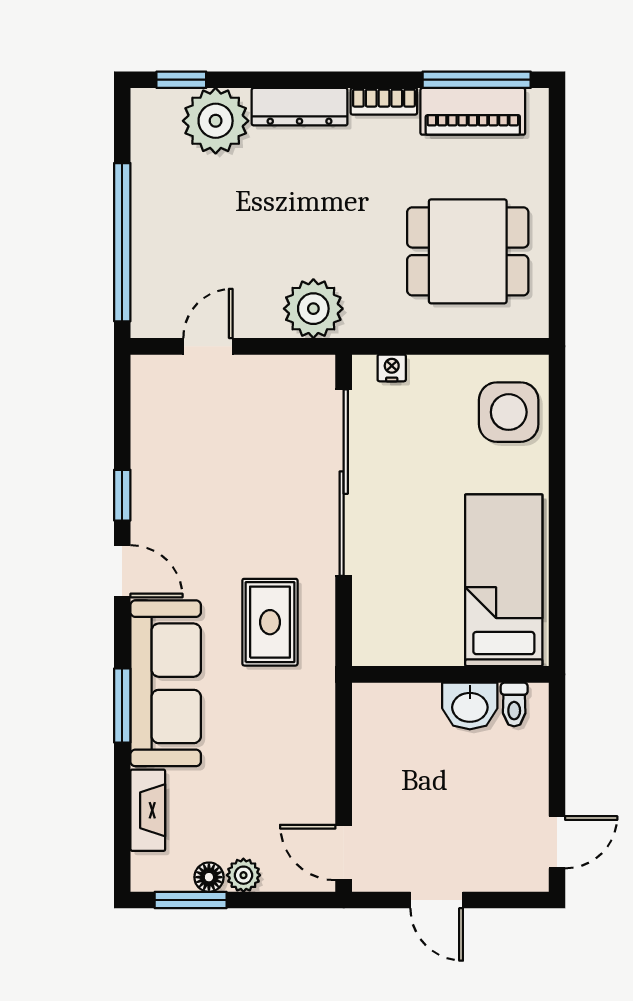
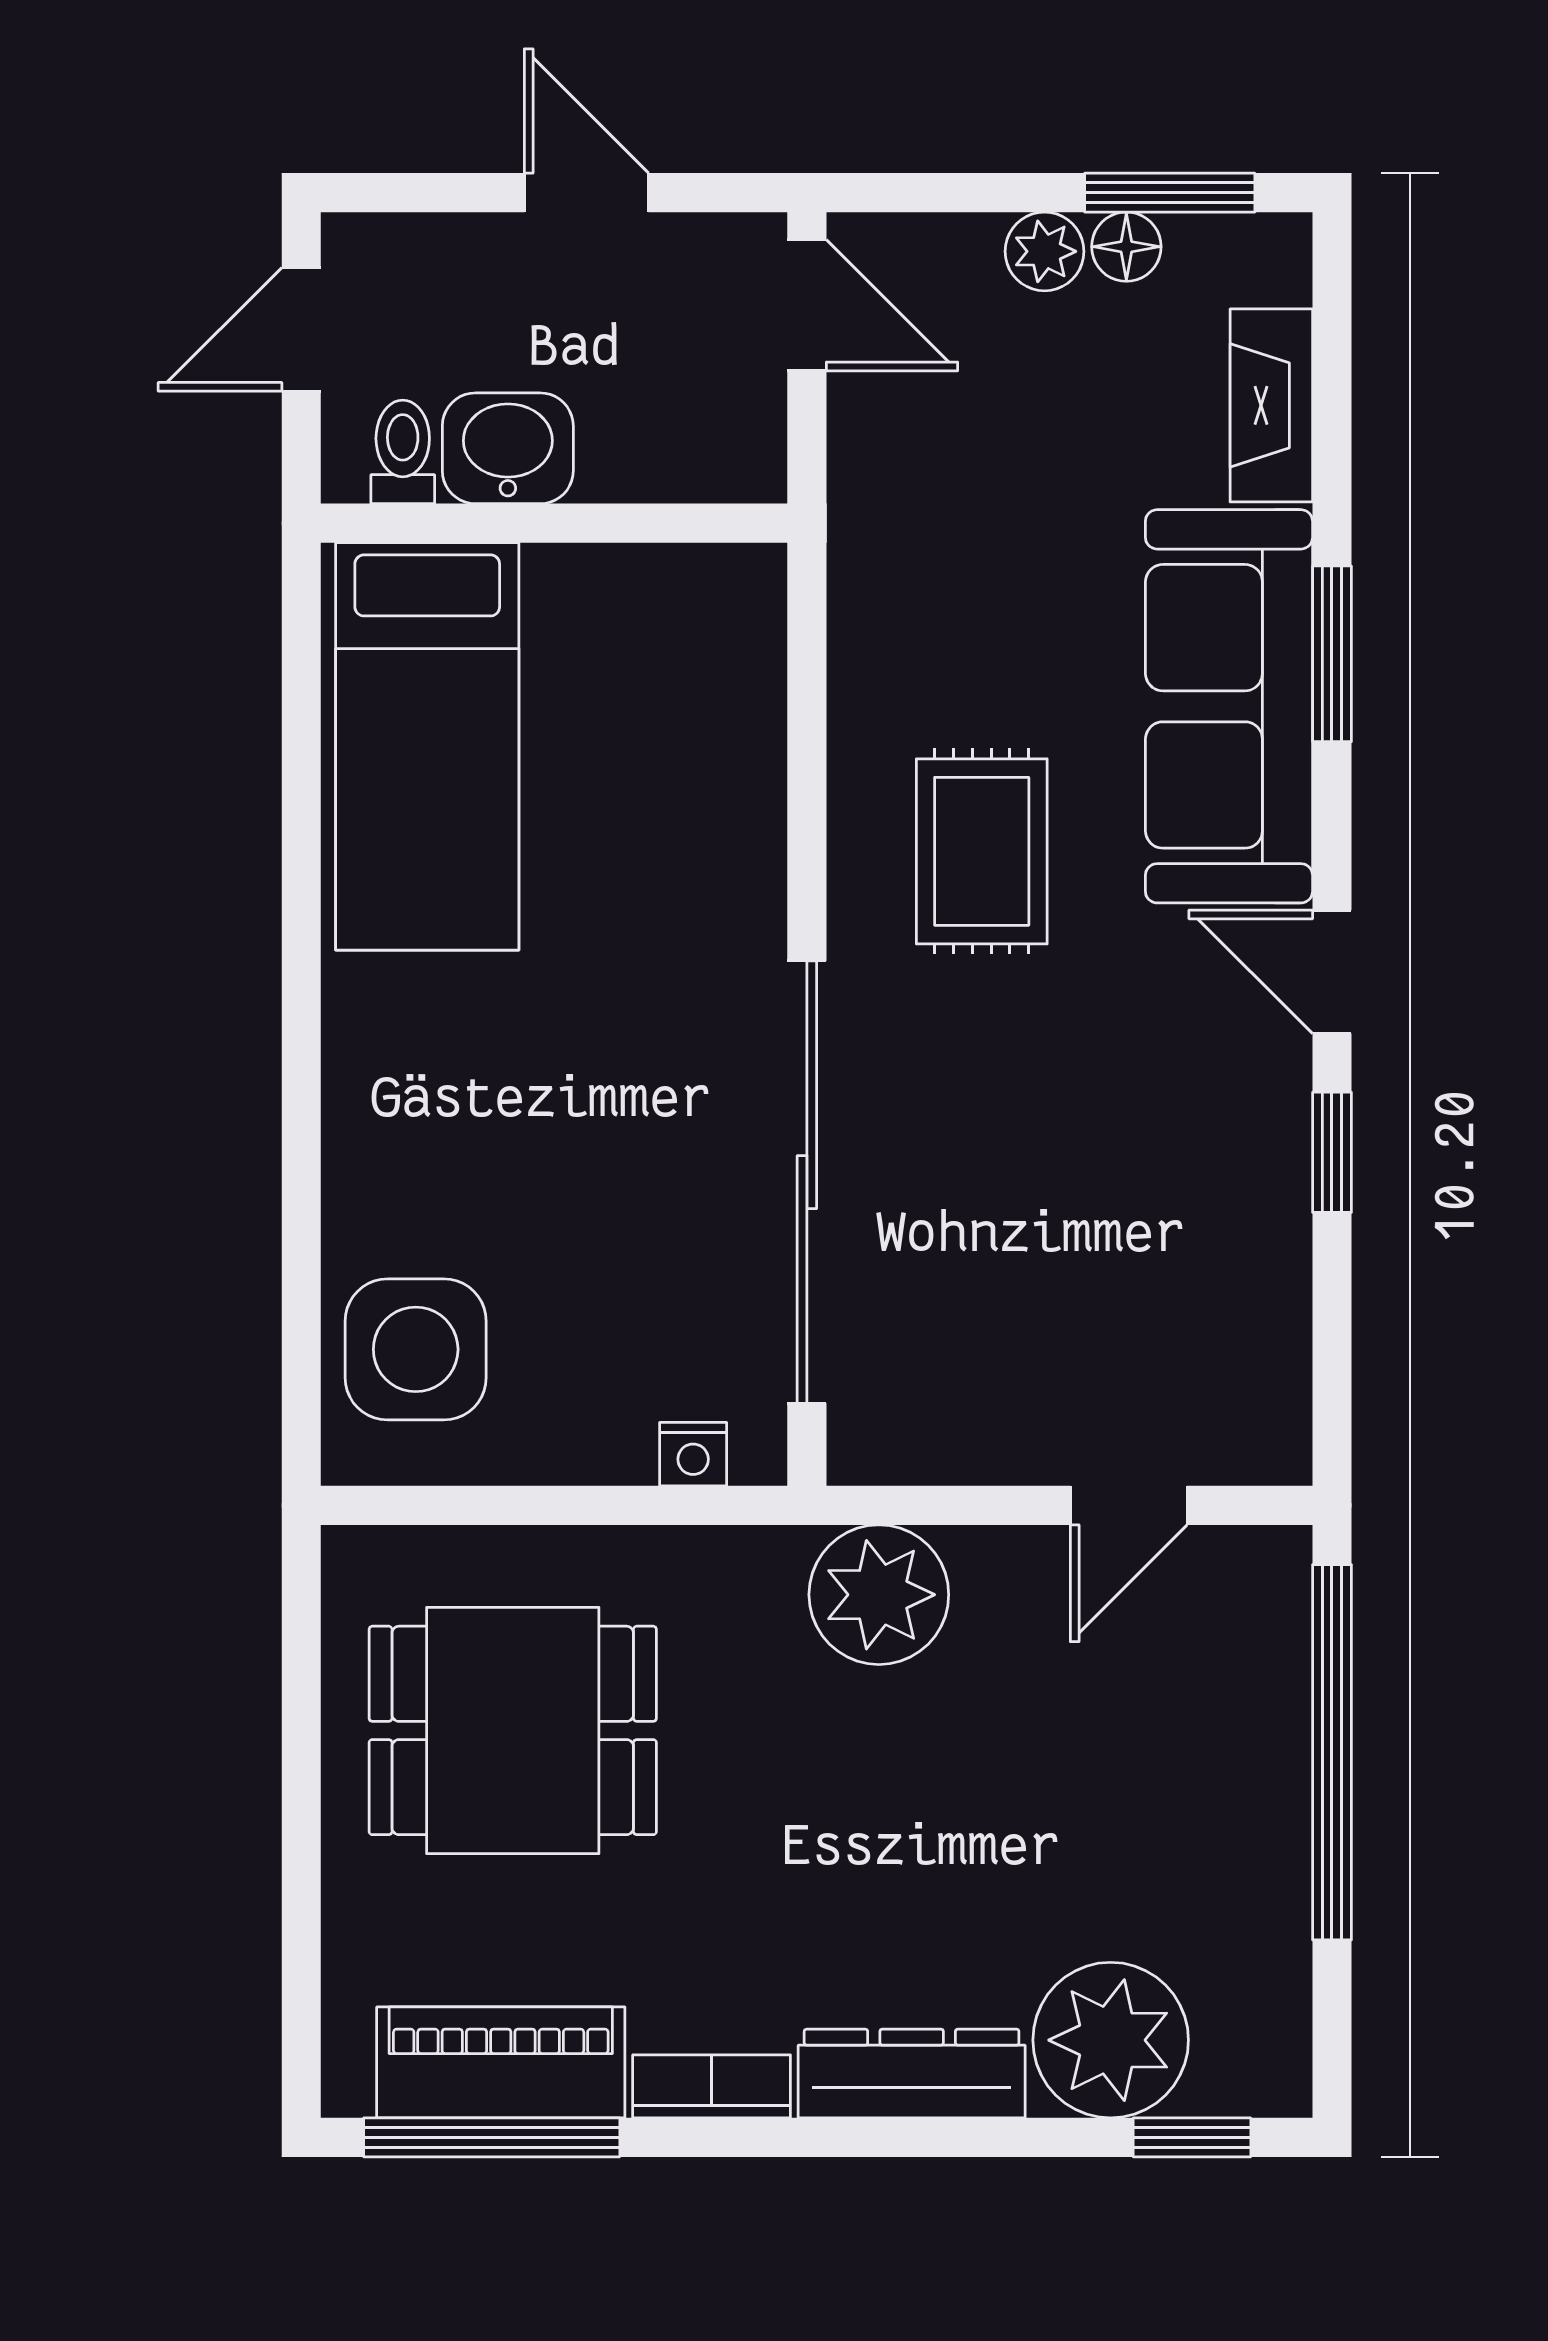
bed: (504, 580) -> (427, 746), moved
wall: (450, 674) -> (554, 523), moved
toilet: (514, 704) -> (403, 452), moved
washbasin: (470, 706) -> (508, 448), moved

